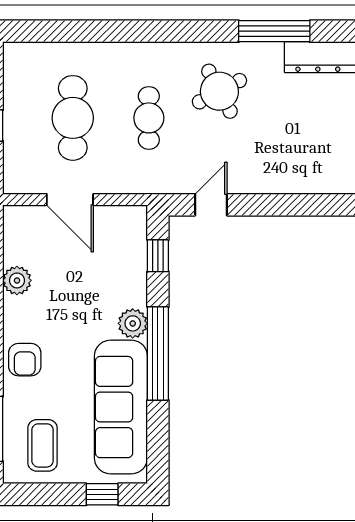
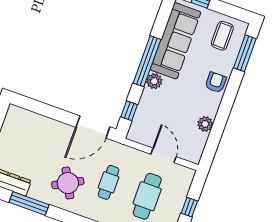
door: (211, 205) -> (93, 127), width x1.88

